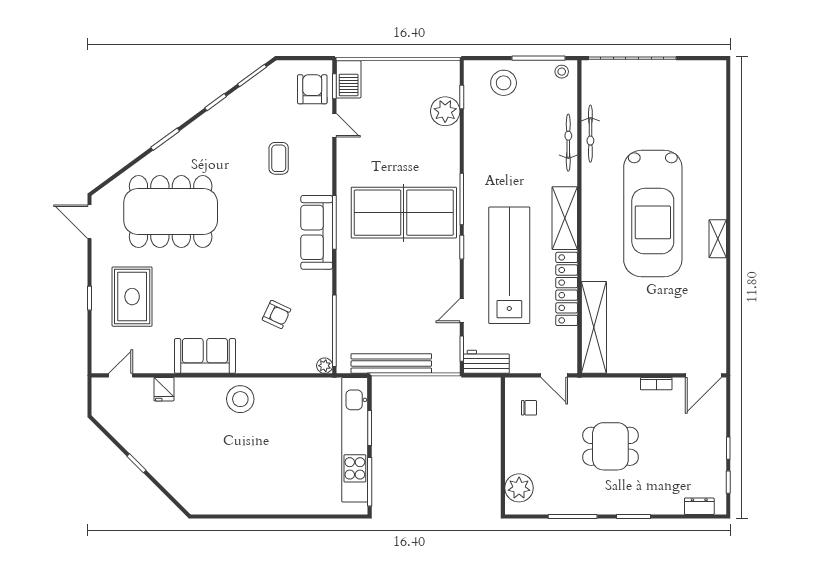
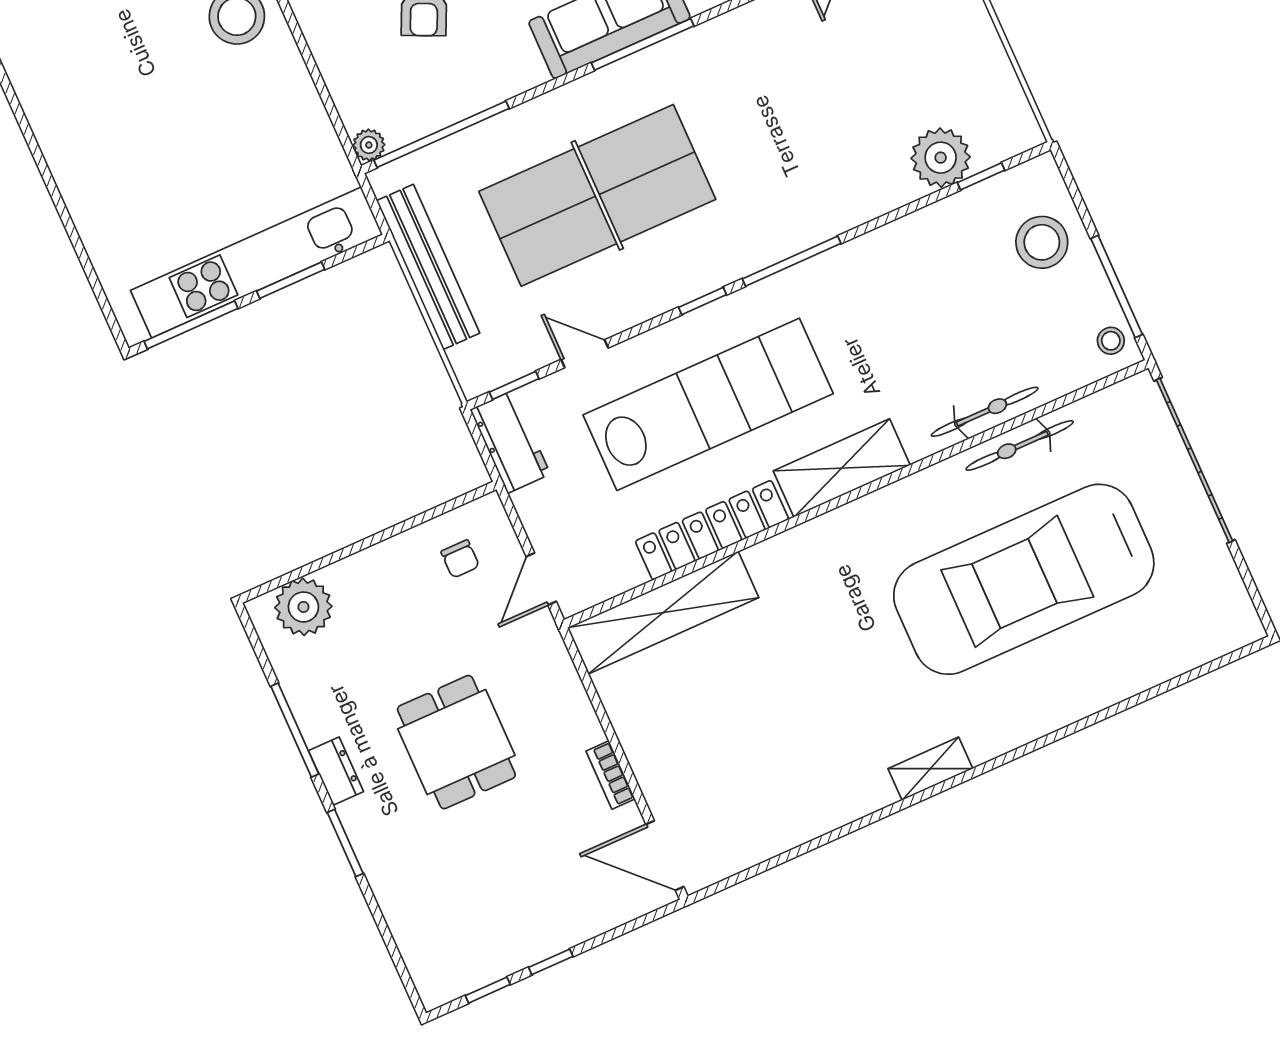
table tennis table: (404, 213) -> (597, 195), moved, turned 90
car: (653, 213) -> (1024, 579), moved
dresser: (699, 506) -> (336, 771), moved

